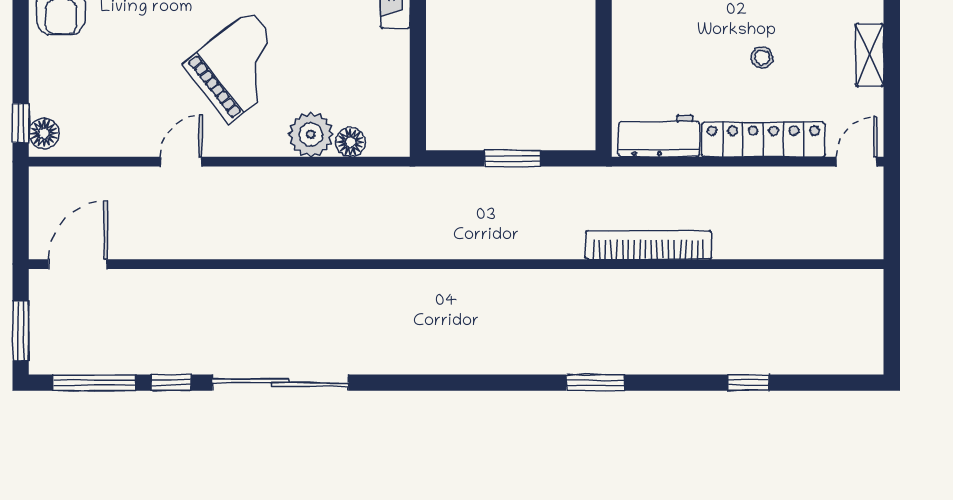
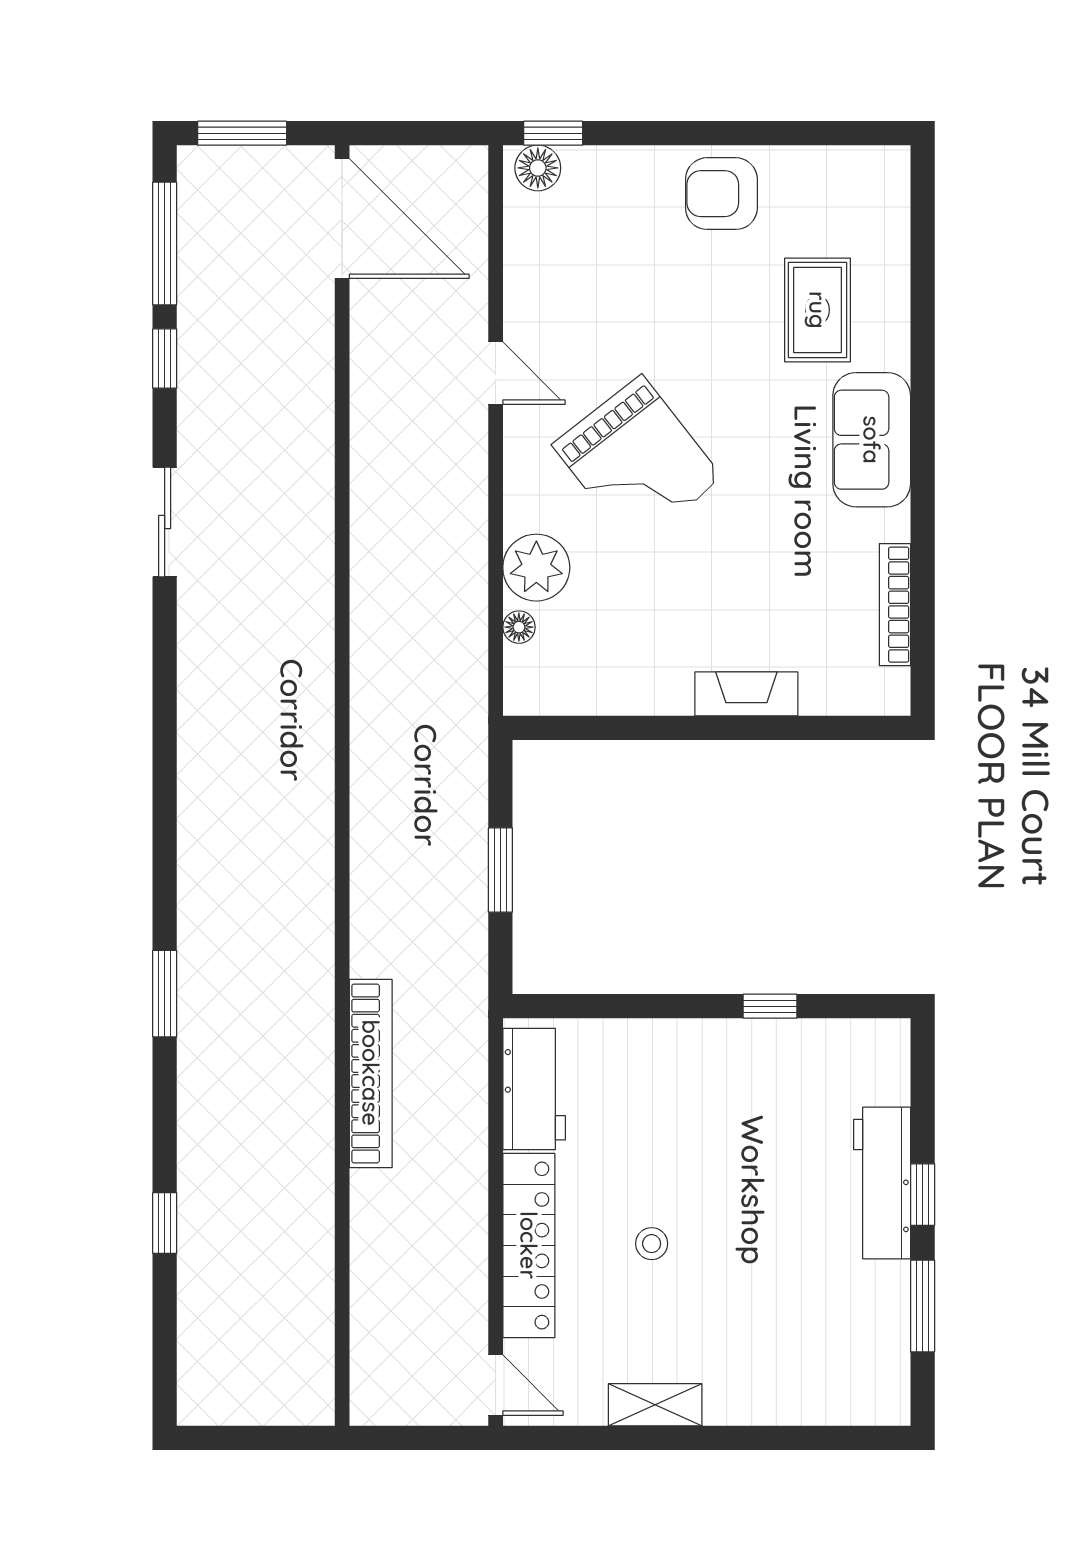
floor lamp: (350, 142) -> (519, 627), width x0.73, depth x0.73
door: (78, 264) -> (342, 219), width x1.36
sliding door: (280, 383) -> (165, 522), width x0.54

